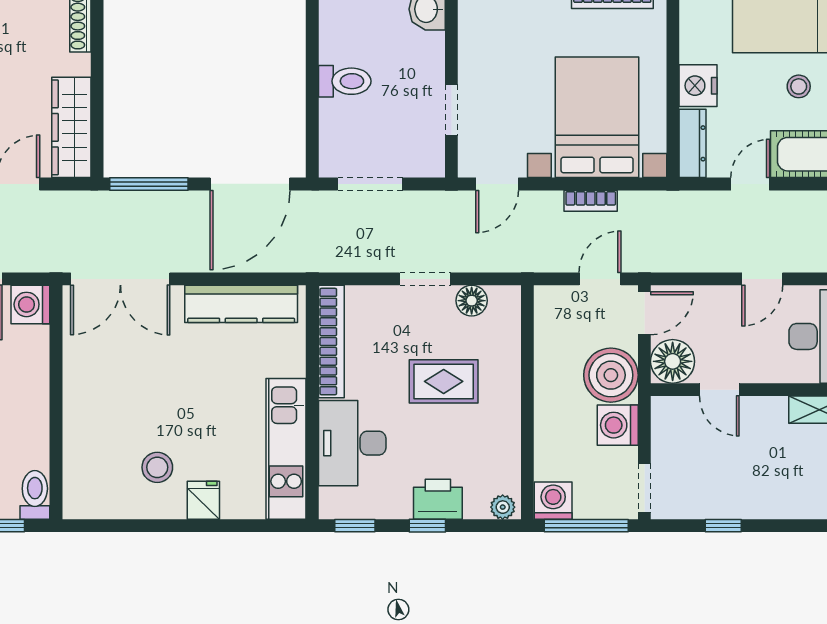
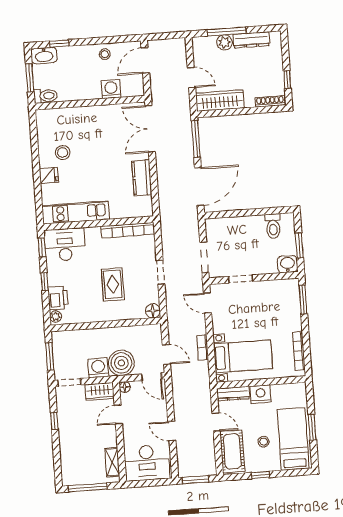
toilet: (345, 81) -> (273, 226), moved
bed with nightstands: (597, 117) -> (243, 356), width x0.73
door: (250, 184) -> (199, 187), swing flipped
doorway: (370, 184) -> (204, 257), moved
floor lamp: (472, 301) -> (153, 311), moved
washing machine: (30, 304) -> (111, 89), moved
kitchen counter: (241, 304) -> (142, 178), width x0.67
floor lamp: (673, 361) -> (125, 387), width x0.53, depth x0.53
wardrobe: (668, 425) -> (100, 391), added
desk: (352, 443) -> (65, 245), moved
printer: (438, 499) -> (58, 298), moved
washing machine: (553, 501) -> (60, 340), removed
window: (586, 526) -> (50, 356), width x0.69

